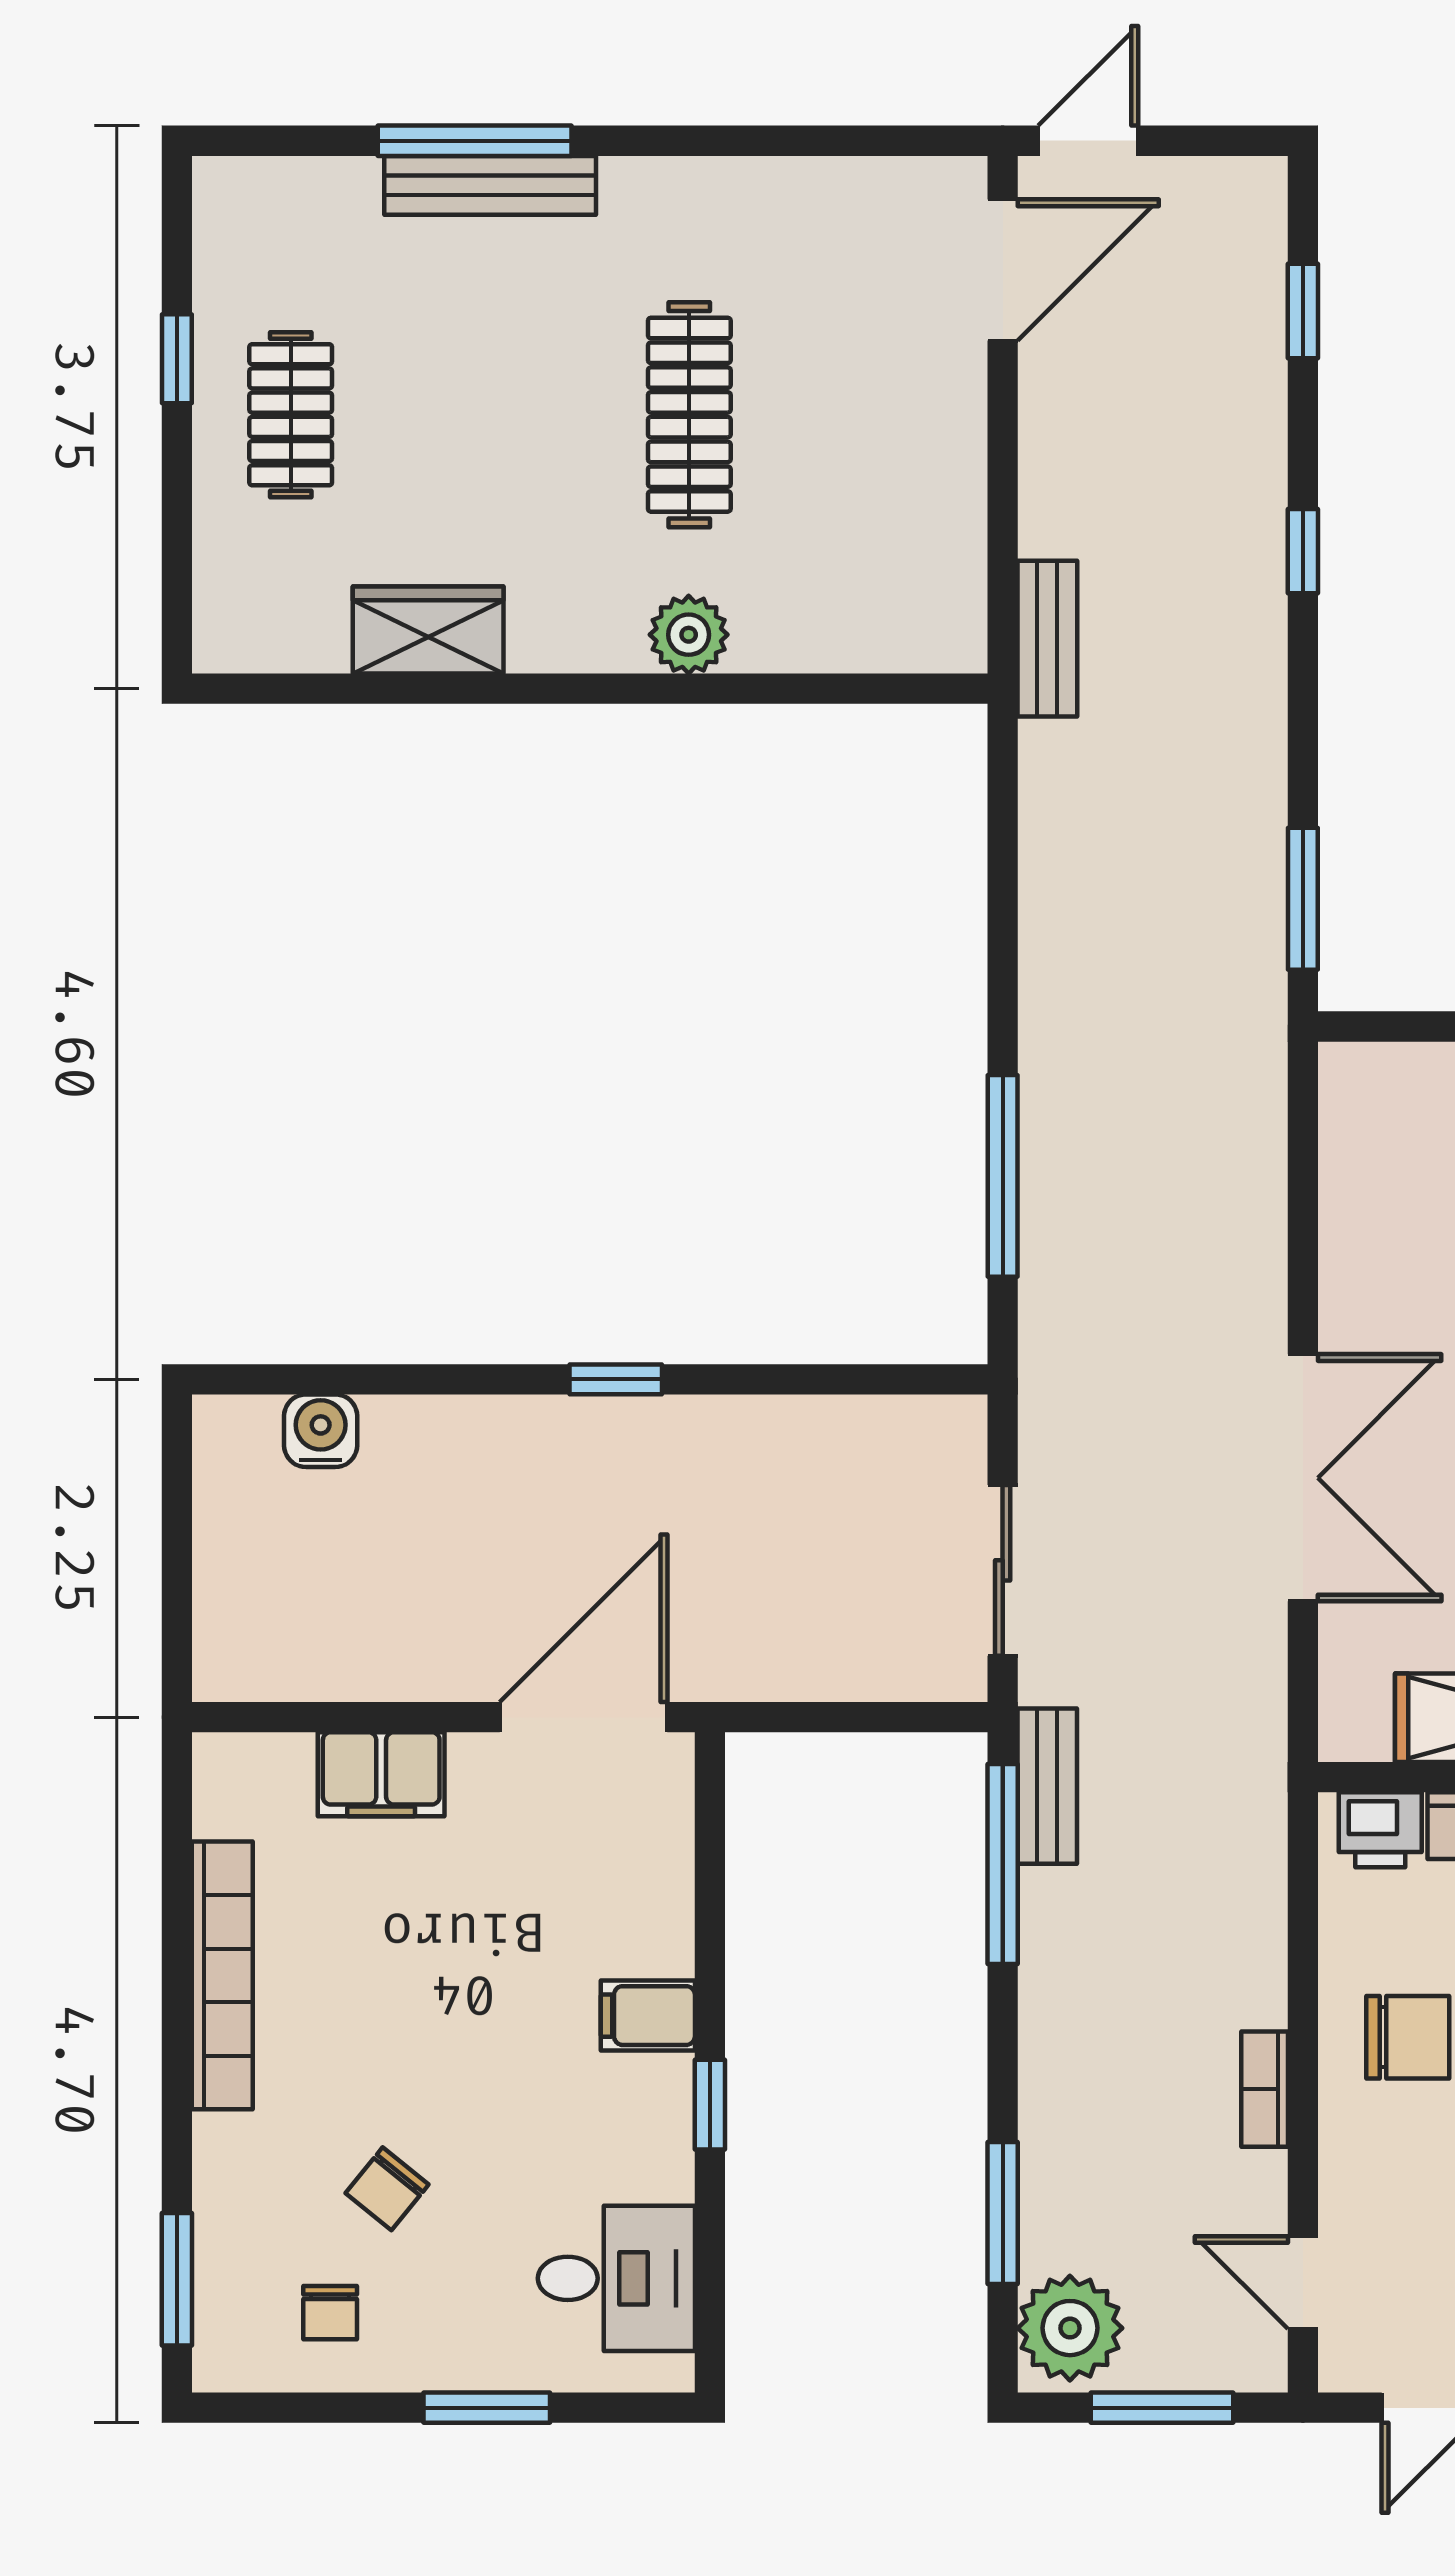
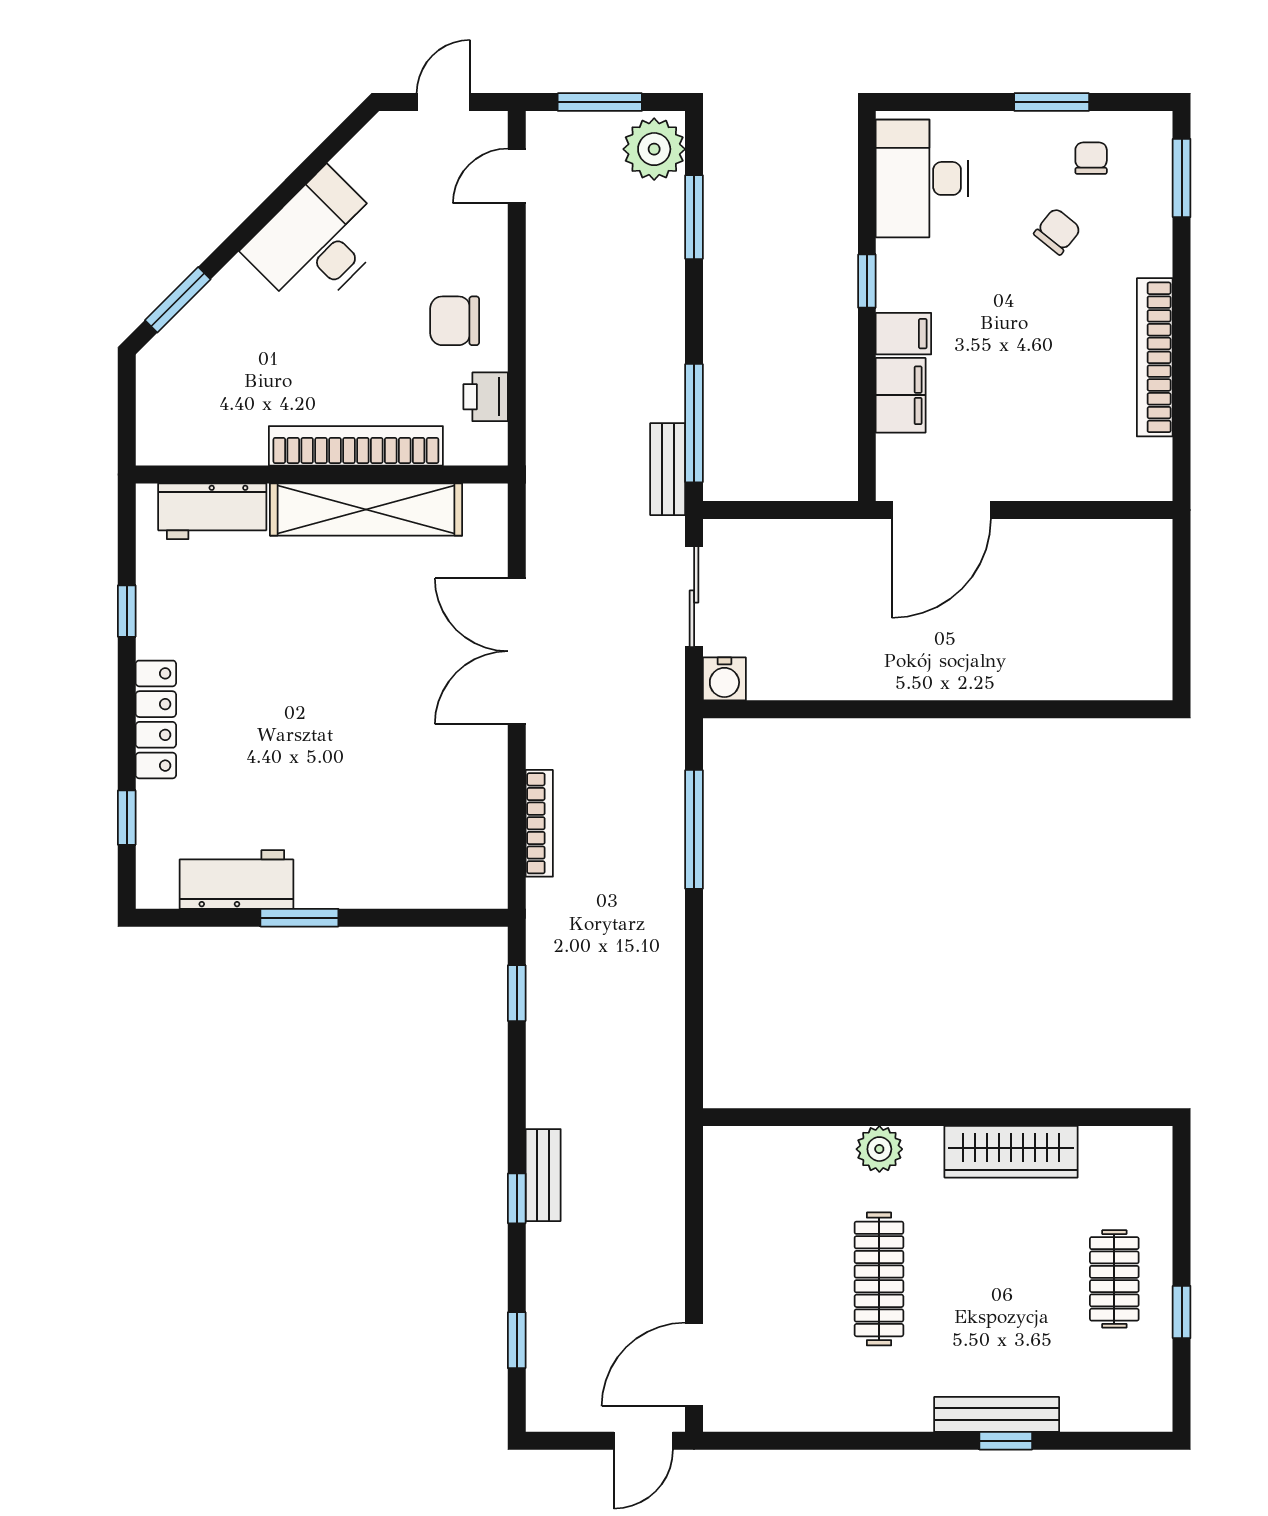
window: (475, 141) -> (1006, 1441), width x0.46
wardrobe: (428, 630) -> (1011, 1152), width x1.50
bench: (1047, 639) -> (543, 1175), moved
window: (1303, 899) -> (517, 993), width x0.67
window: (616, 1379) -> (922, 709), removed
water cooler: (321, 1431) -> (724, 679), moved
filing cabinet: (381, 1774) -> (901, 395), moved, turned 90
printer: (1380, 1830) -> (486, 397), moved, turned -90
bookcase: (1265, 2089) -> (539, 823), moved, width x1.56
desk: (616, 2278) -> (922, 178), width x1.37
door: (1303, 2283) -> (517, 176), swing flipped
window: (487, 2408) -> (1052, 102), moved

